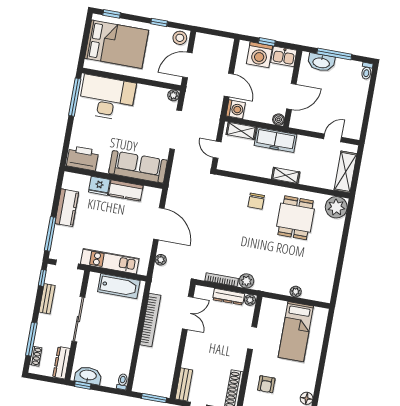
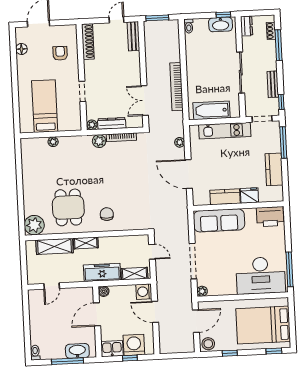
shelving: (345, 172) -> (54, 246), moved, turned 90
dresser: (62, 363) -> (247, 26), width x0.70

